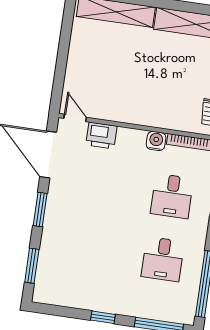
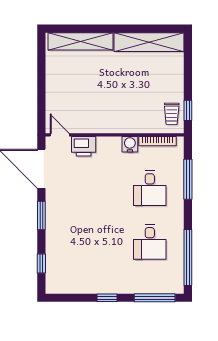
window: (32, 266) -> (41, 263), width x0.67

